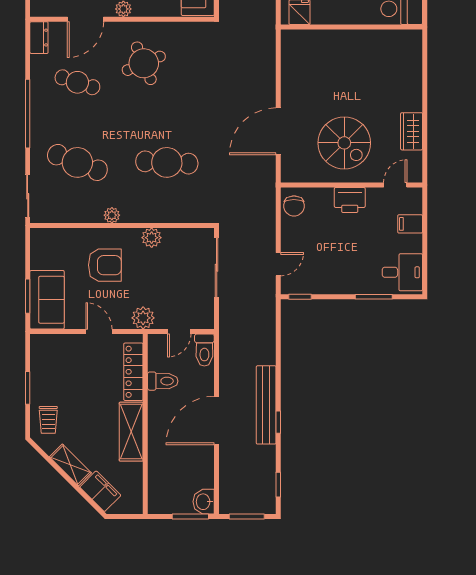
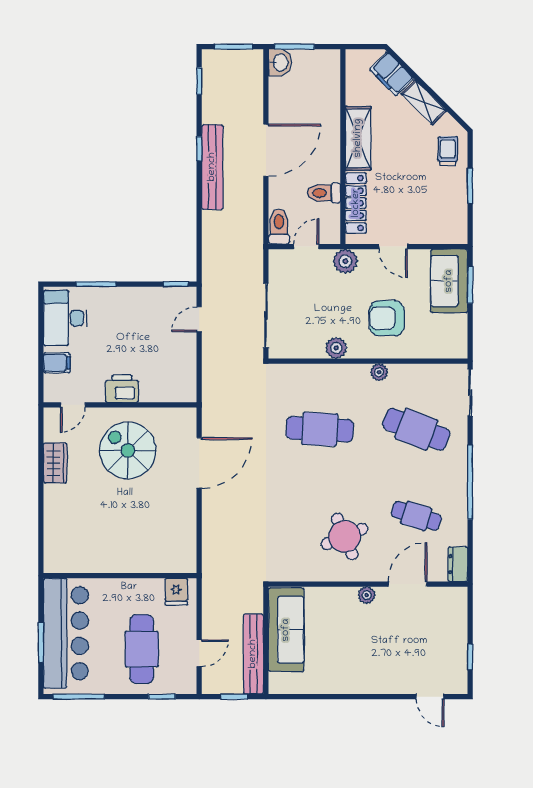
chair: (294, 206) -> (182, 382), removed
desk: (402, 272) -> (65, 318), width x1.37

